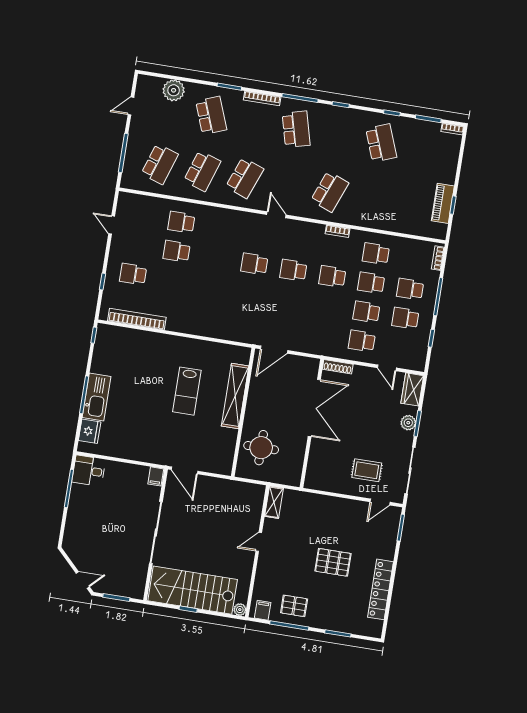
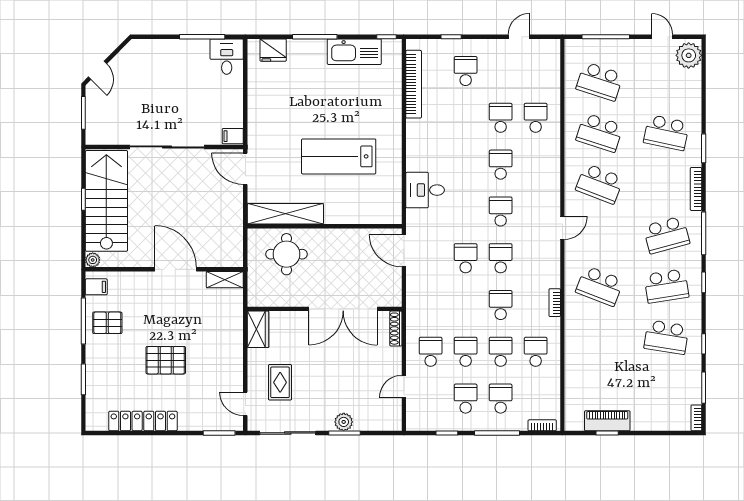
plant: (174, 90) -> (689, 55), moved
school desk: (211, 115) -> (666, 133), turned 33
school desk: (339, 136) -> (666, 286), added
school desk: (381, 143) -> (666, 337), turned 30
school desk: (216, 258) -> (501, 165), added
school desk: (289, 299) -> (466, 258), added
desk: (226, 324) -> (425, 190), added
wardrobe: (412, 389) -> (258, 329), moved, turned 90
lab bench: (187, 391) -> (339, 156), width x1.36, depth x1.39
shelving: (235, 396) -> (285, 214), moved
kitchen sink: (97, 397) -> (354, 52), moved
door: (185, 470) -> (245, 169), hinge flipped
door: (259, 542) -> (176, 269), width x1.88
pallet: (333, 562) -> (166, 360), turned 90
pallet: (294, 606) -> (107, 323), turned 90

